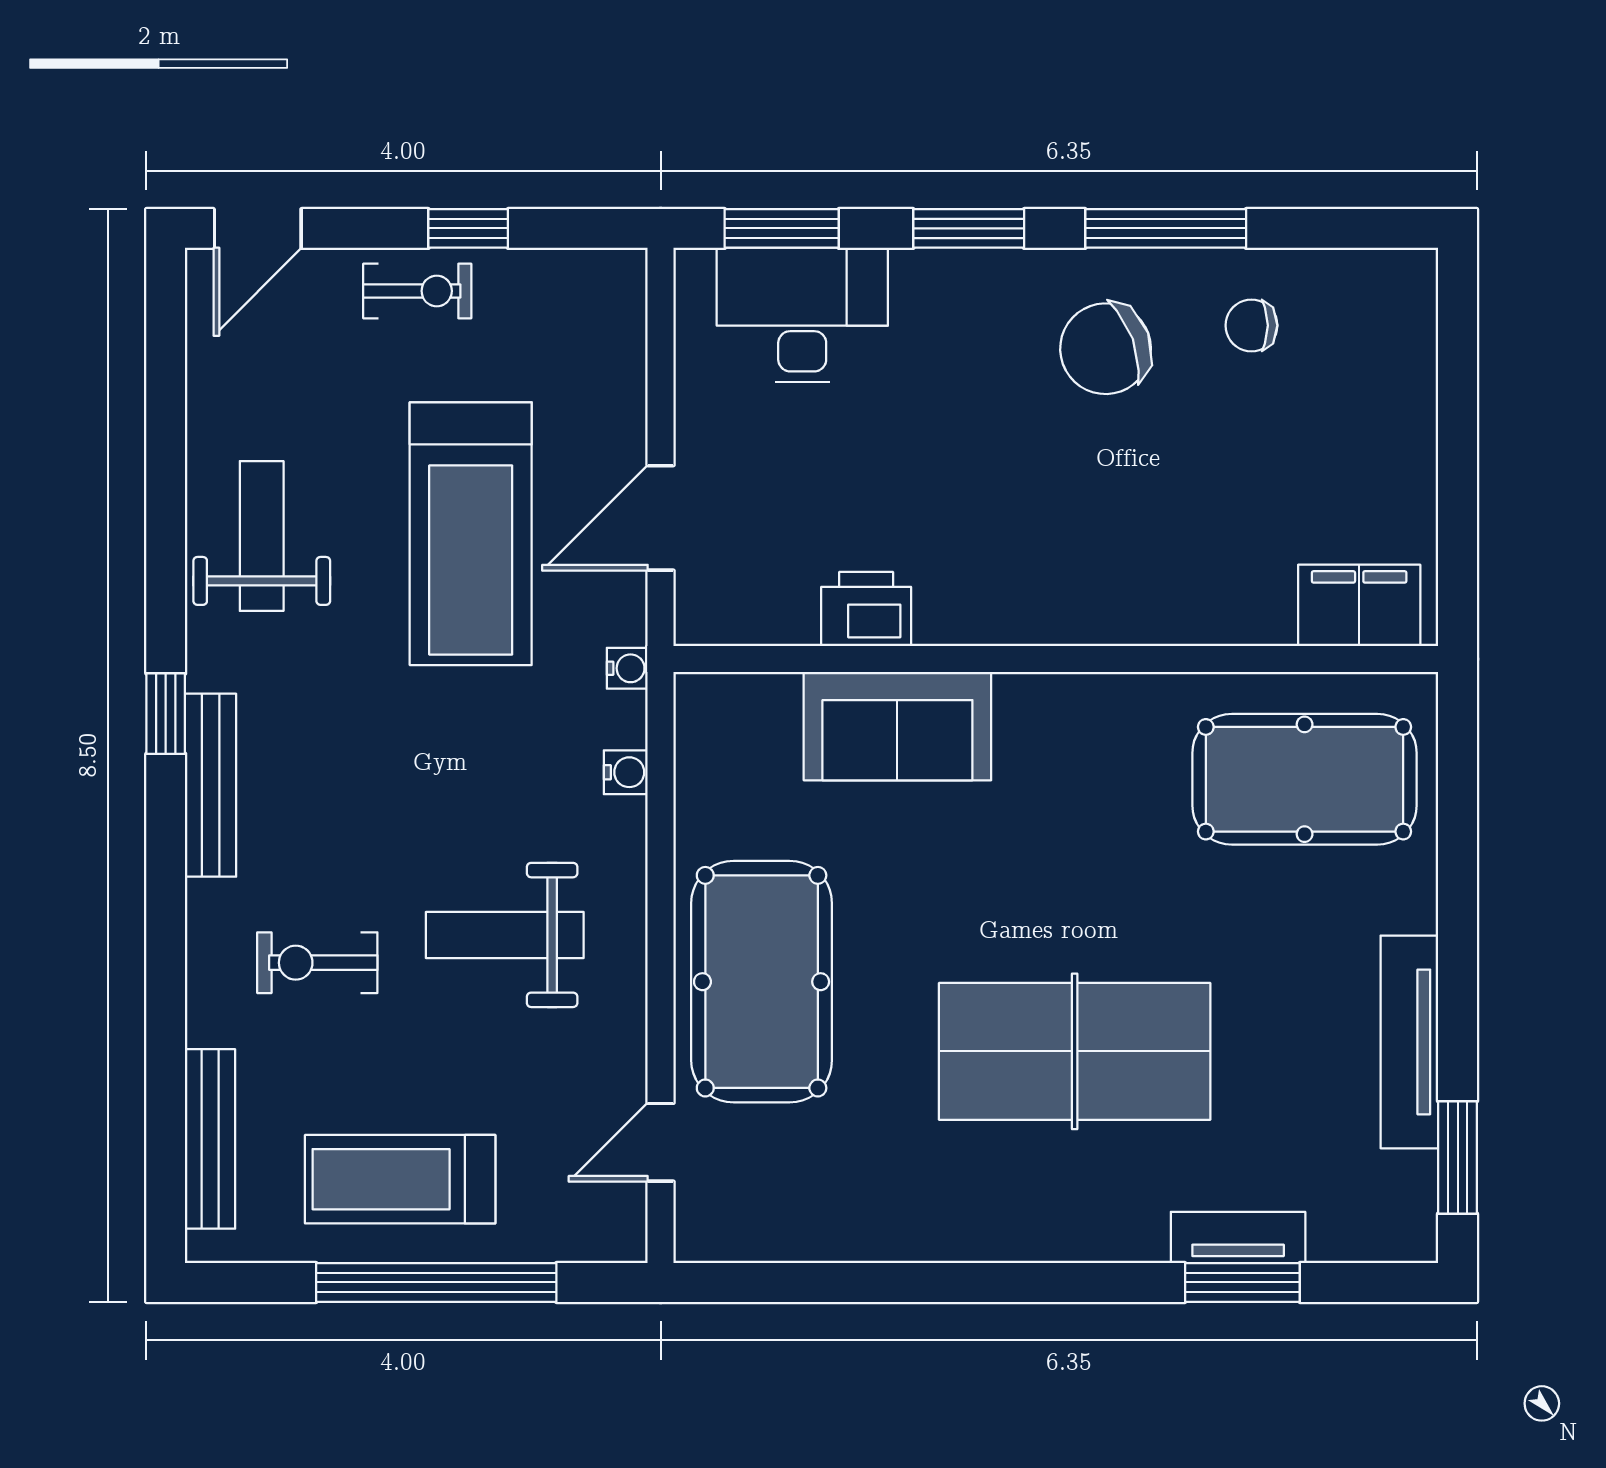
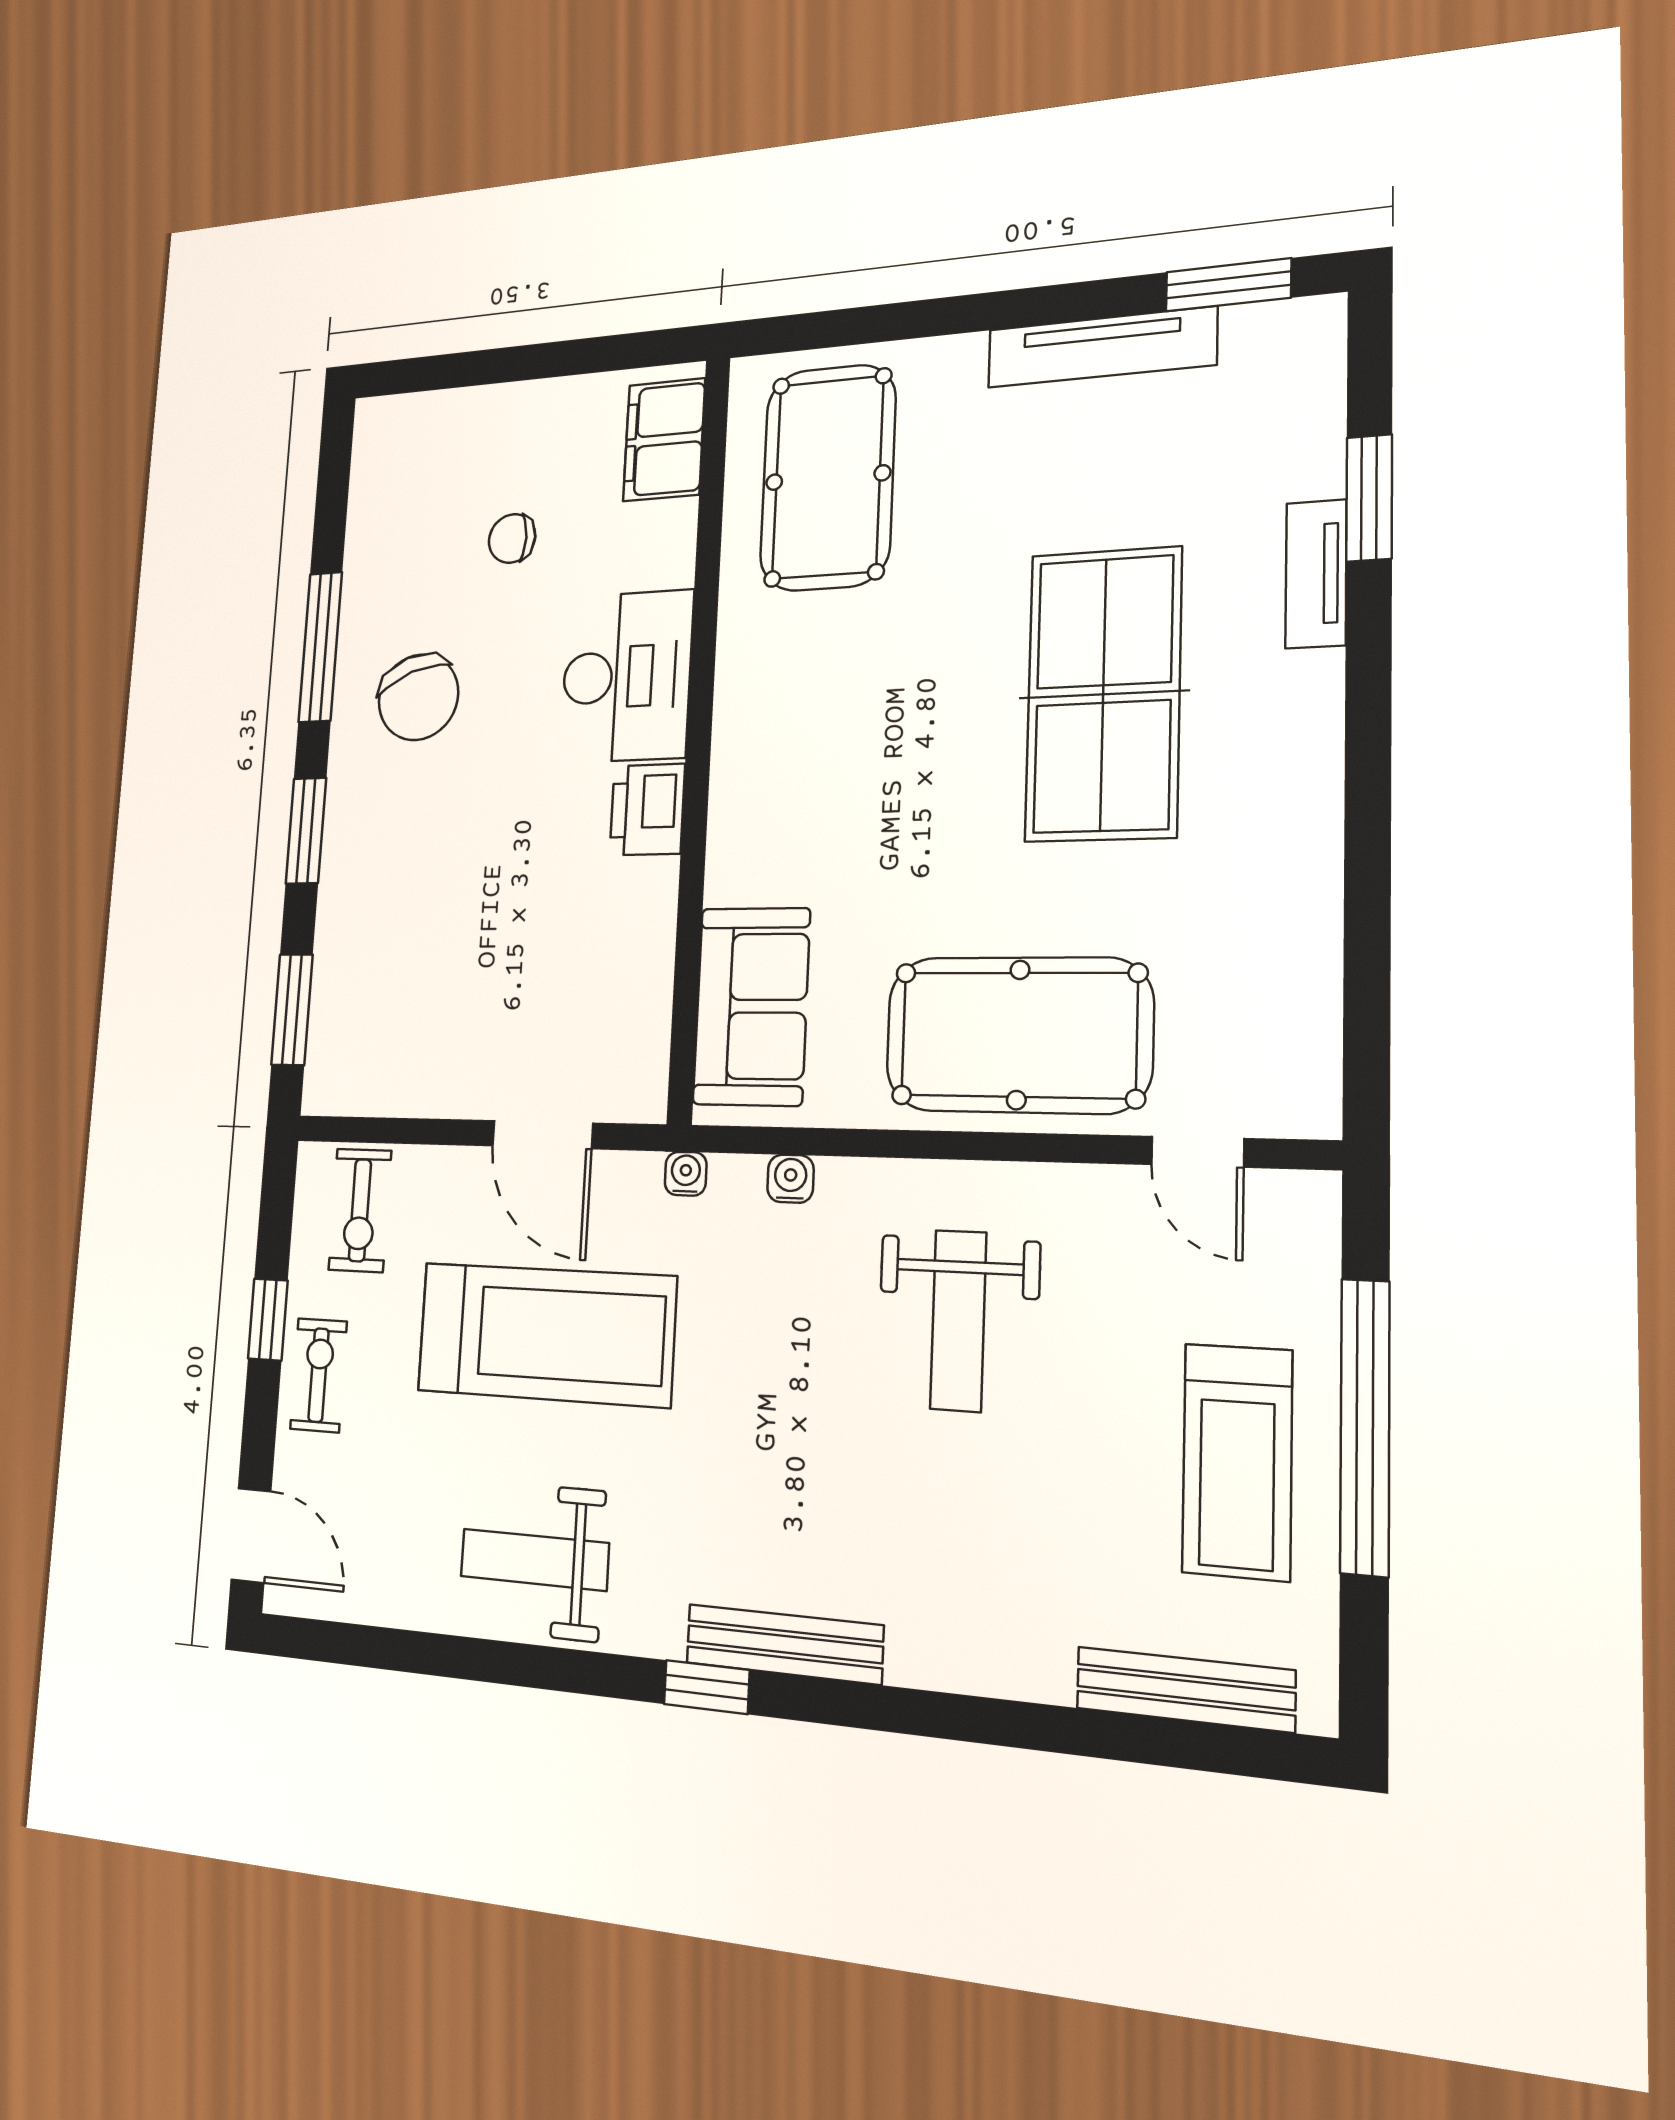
desk: (802, 315) -> (626, 676), moved, turned 180
chair: (1251, 325) -> (512, 538), moved, turned 90
printer: (866, 609) -> (647, 810), moved
sofa: (897, 726) -> (751, 1006), moved
exercise bike: (317, 963) -> (360, 1210), moved
tv unit: (1238, 1238) -> (1316, 574), moved

